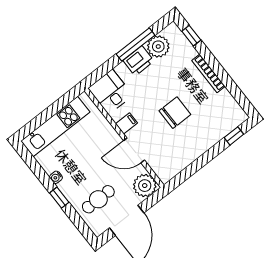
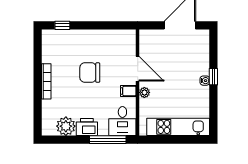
window: (191, 36) -> (38, 116), removed
window: (135, 45) -> (108, 140), moved
water cooler: (56, 177) -> (205, 81), moved
plant: (145, 186) -> (144, 92), moved, width x0.53, depth x0.53
cafe table: (98, 199) -> (188, 55), removed

